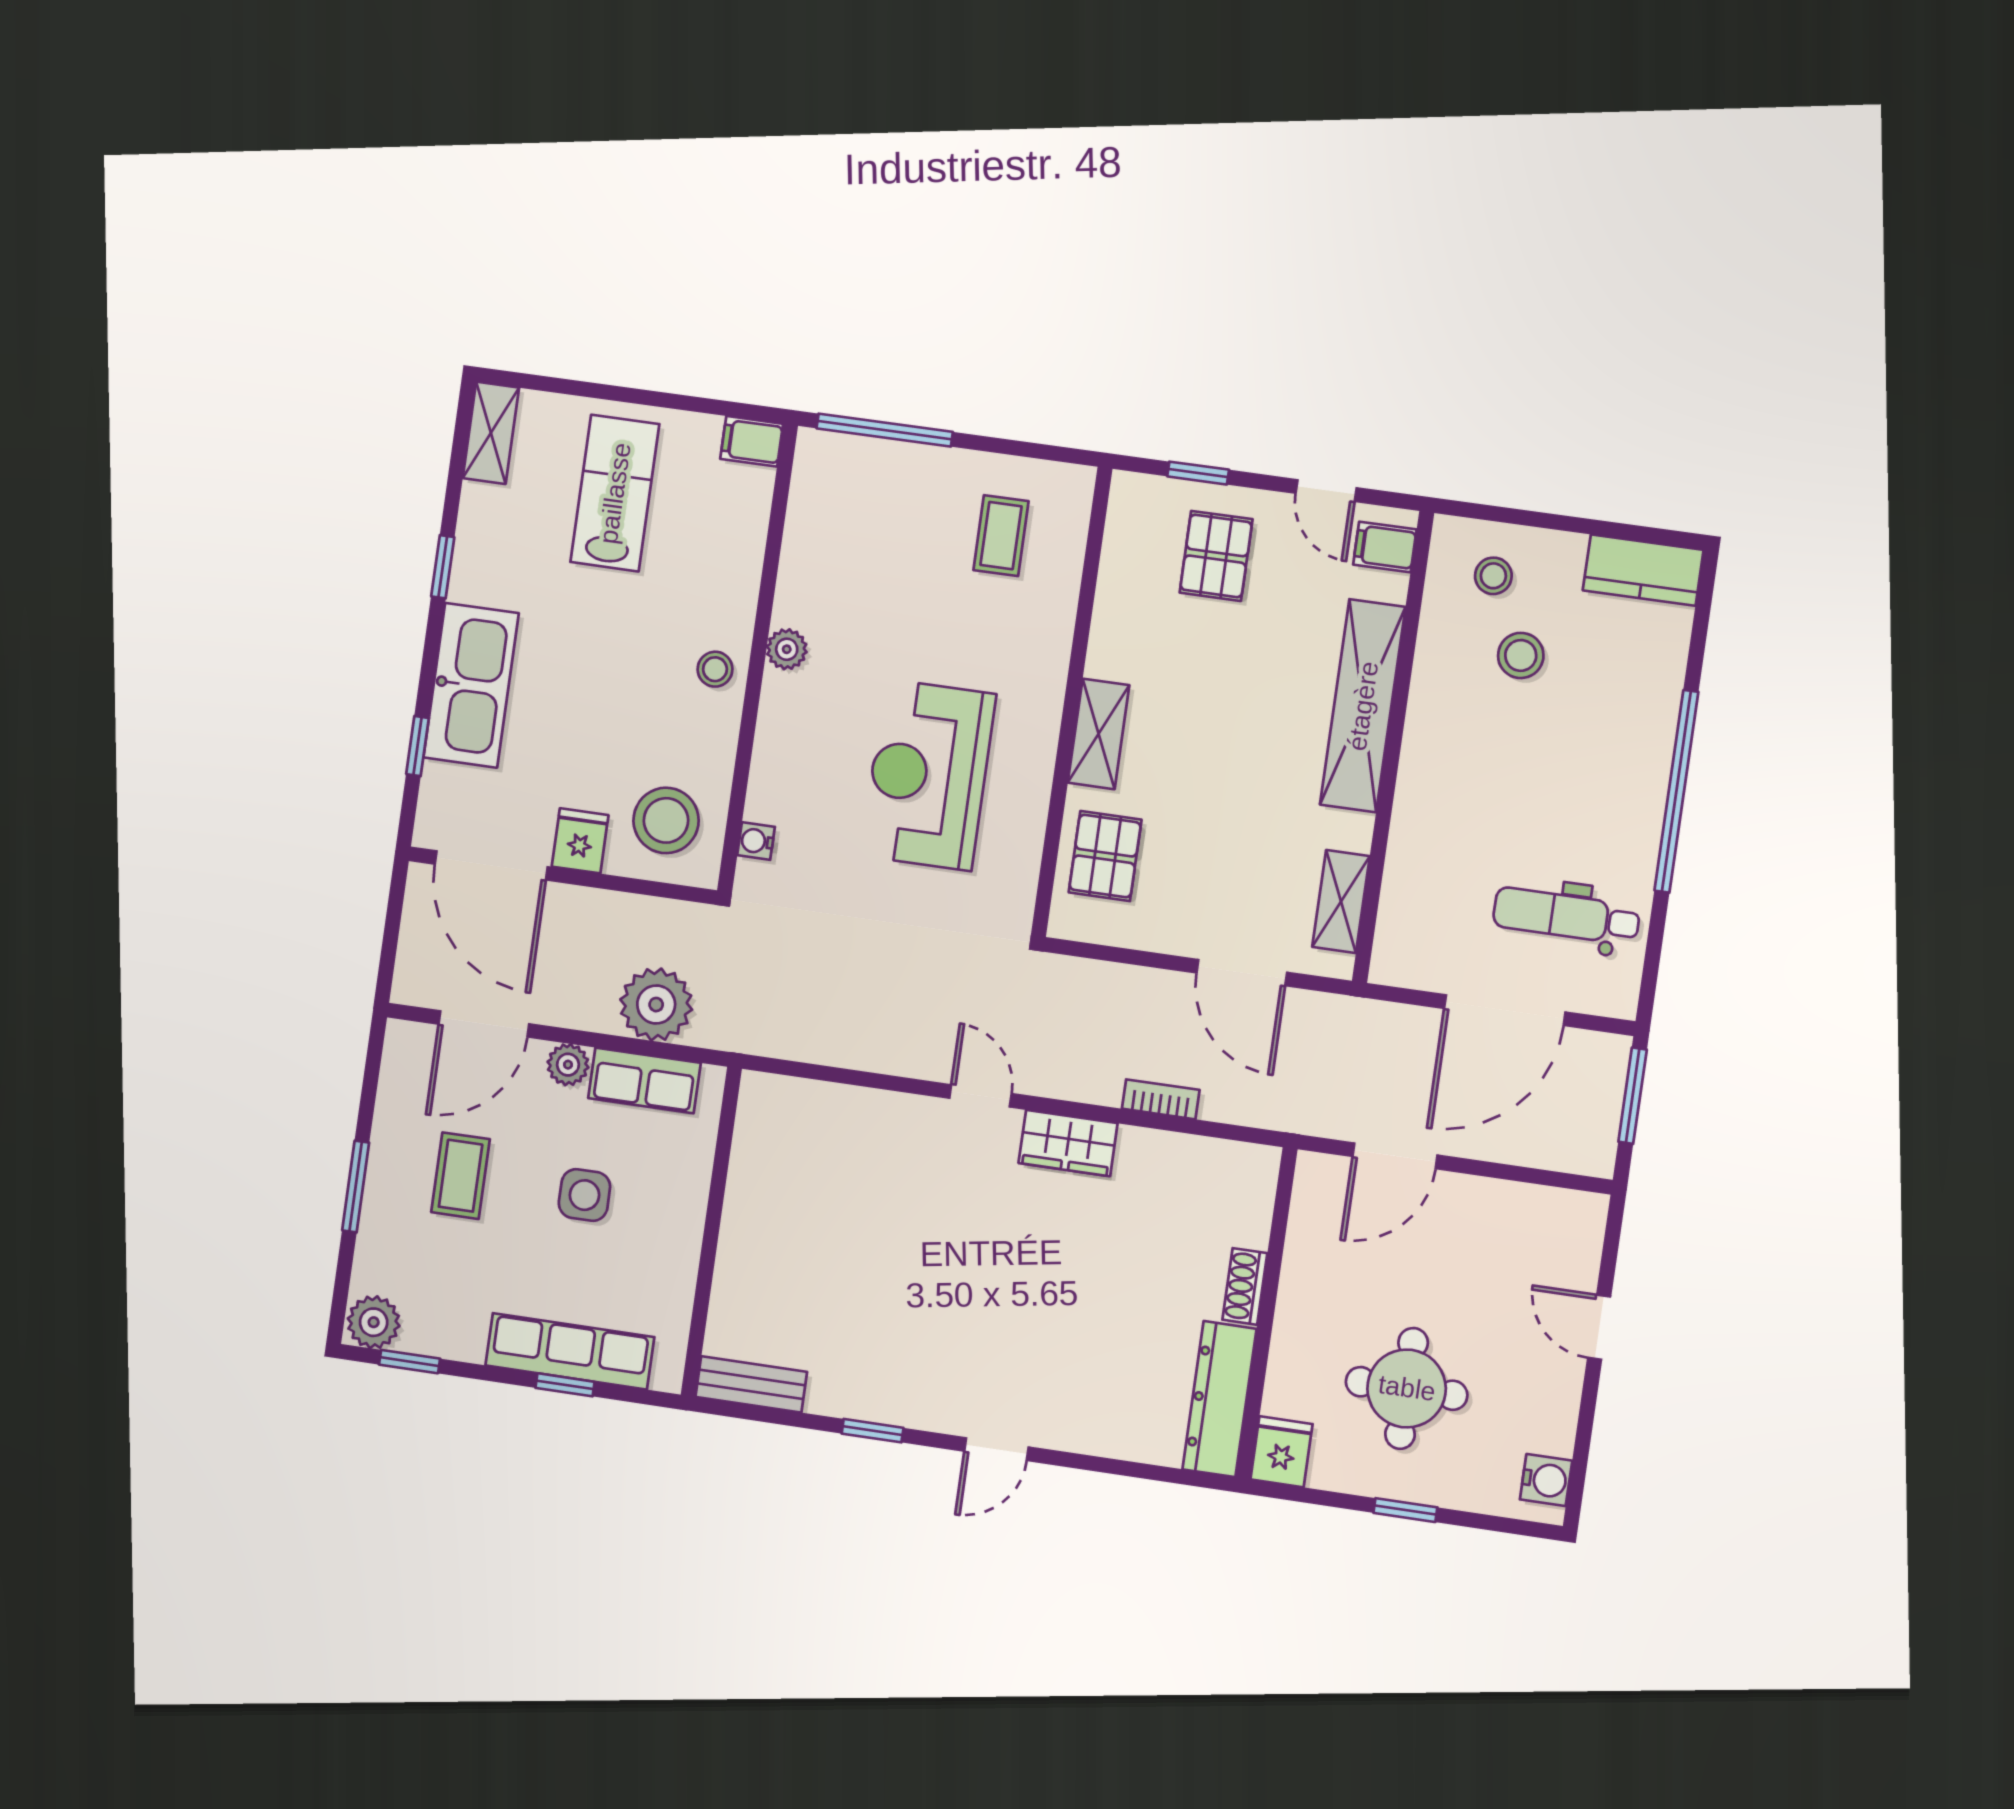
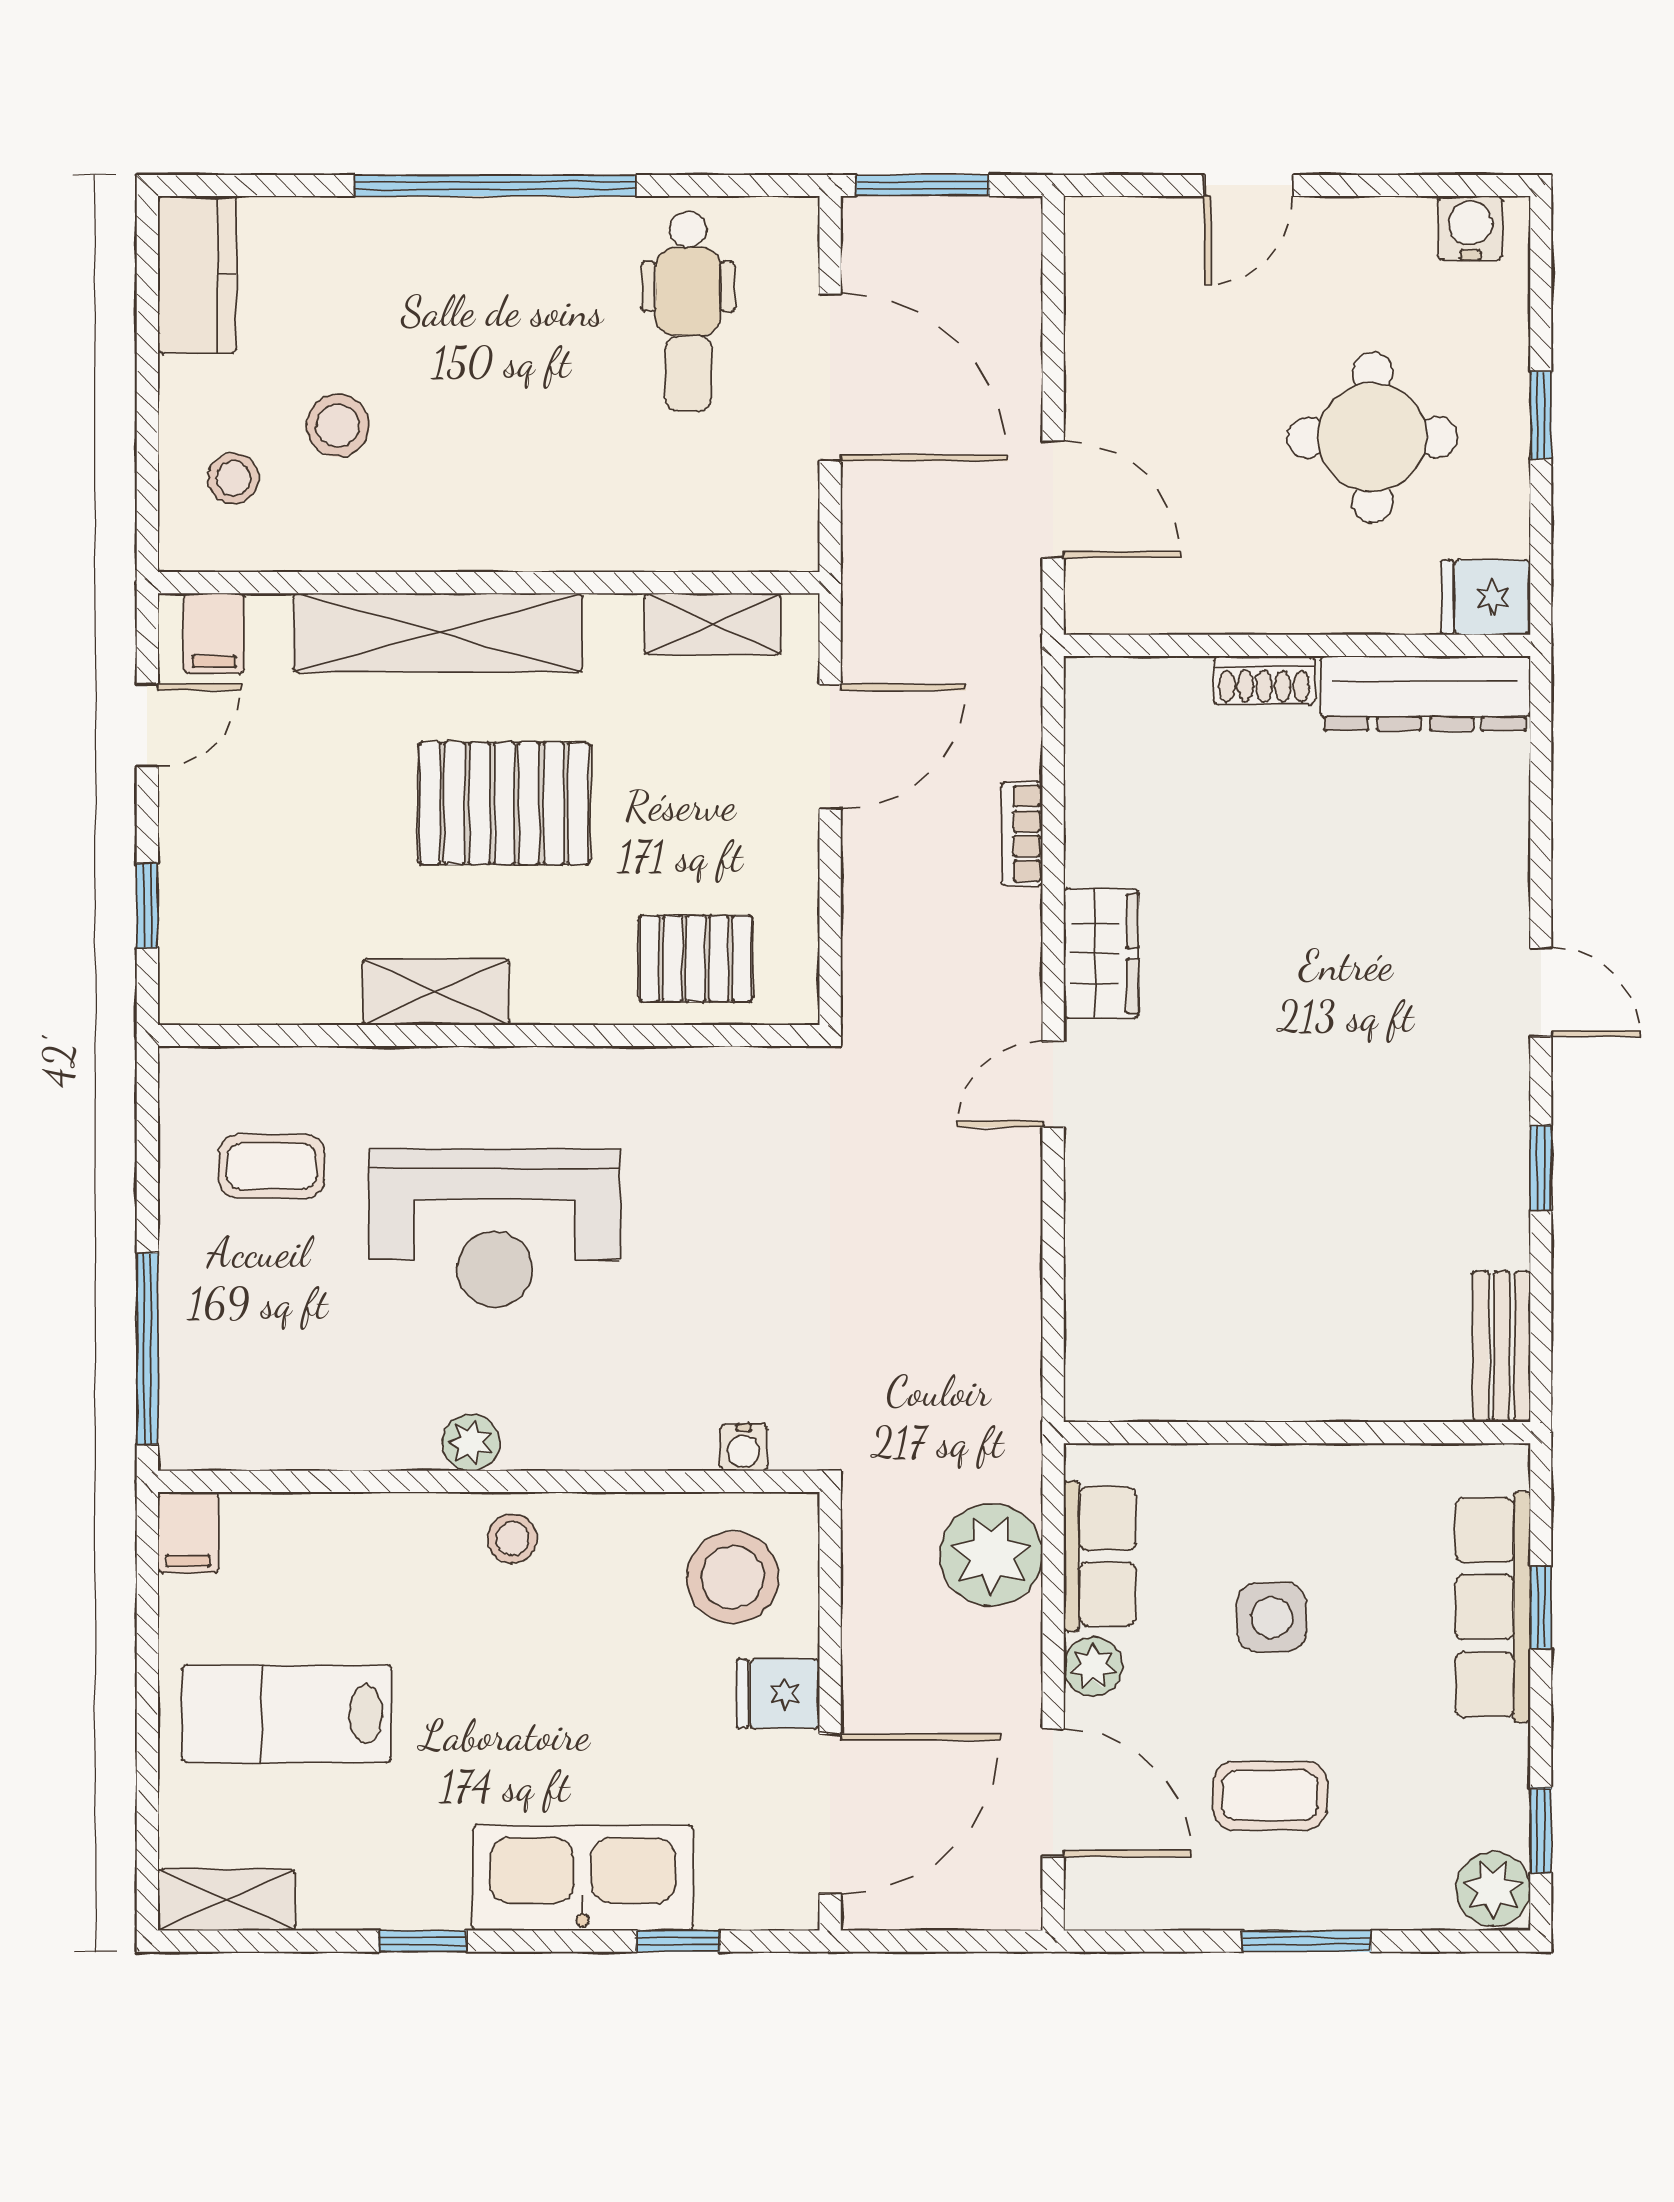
pallet: (1216, 556) -> (504, 803), moved, width x1.50, depth x1.42
shelving: (1099, 734) -> (436, 992), moved
reception desk: (928, 775) -> (495, 1228), moved

